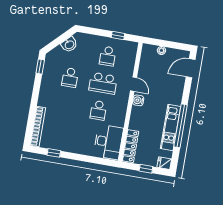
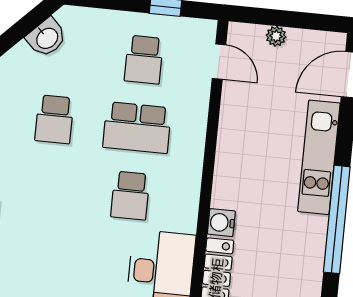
door: (134, 84) -> (219, 62), moved
water cooler: (138, 100) -> (221, 223), moved
kitchen unit: (171, 127) -> (319, 157), moved

